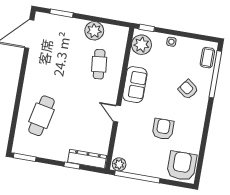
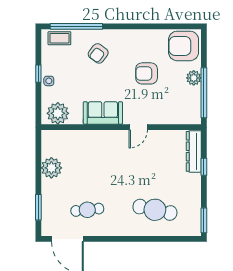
window: (147, 28) -> (38, 74), moved
cafe table: (99, 64) -> (87, 210), moved
plant: (119, 164) -> (194, 78), moved

